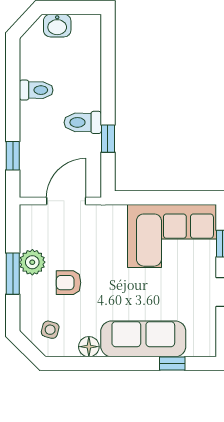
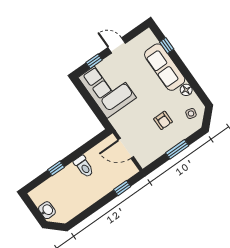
toilet: (36, 90) -> (84, 199), removed
window: (108, 139) -> (56, 168), moved
plant: (32, 262) -> (165, 144), removed

